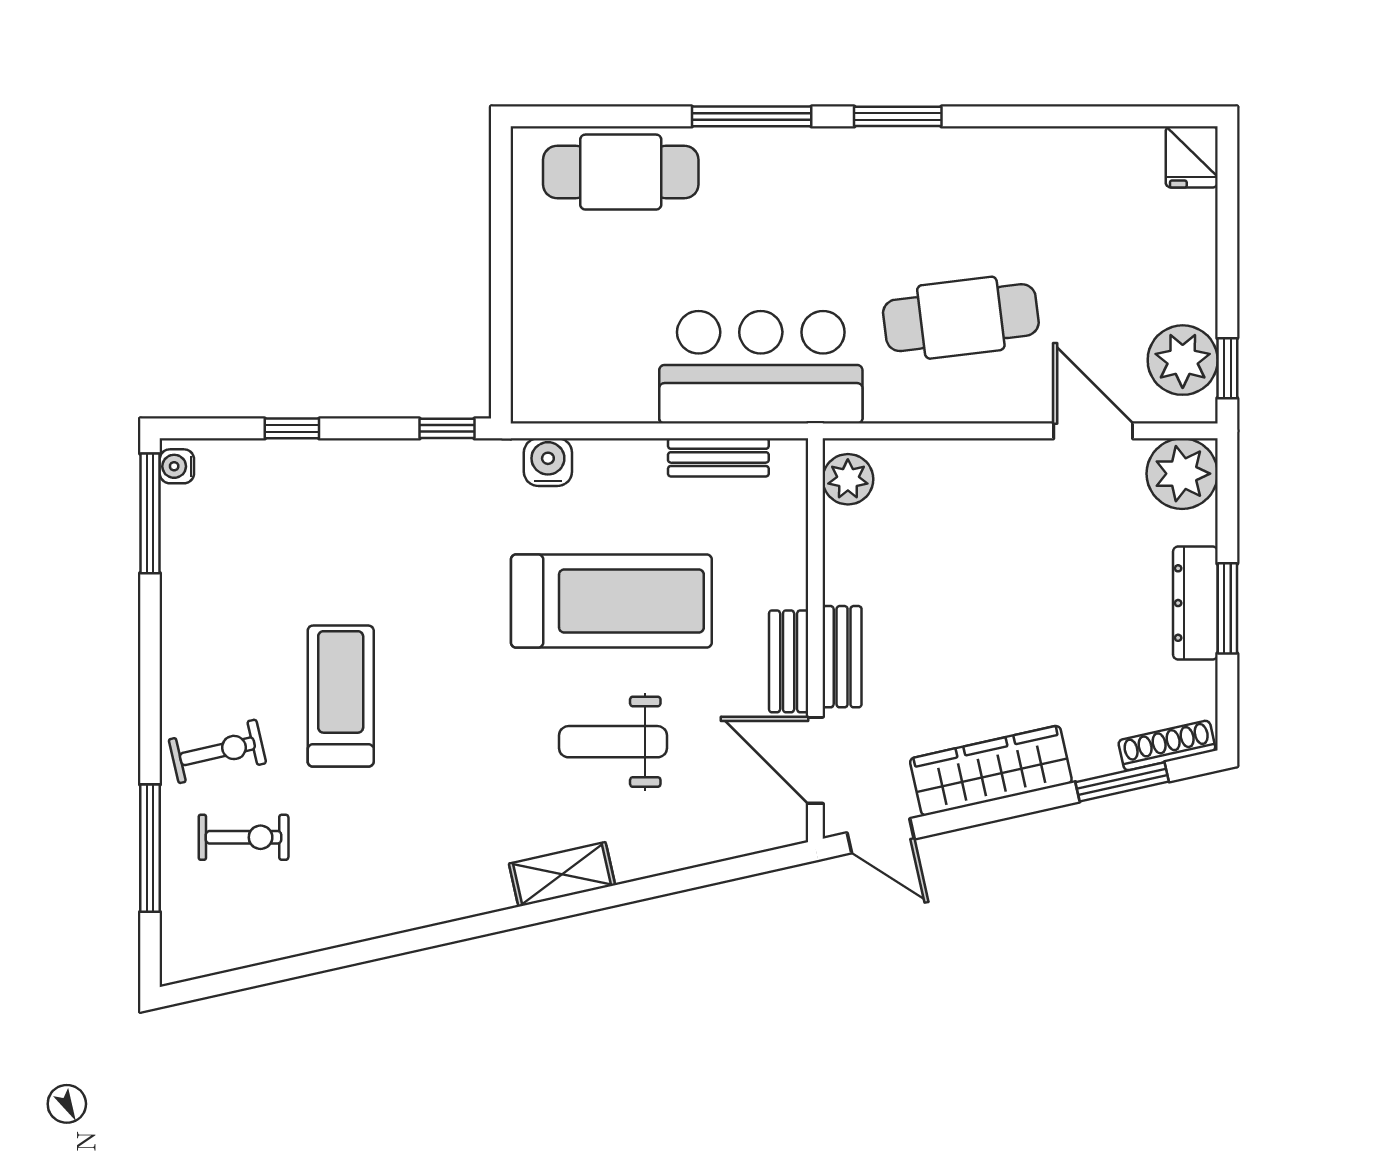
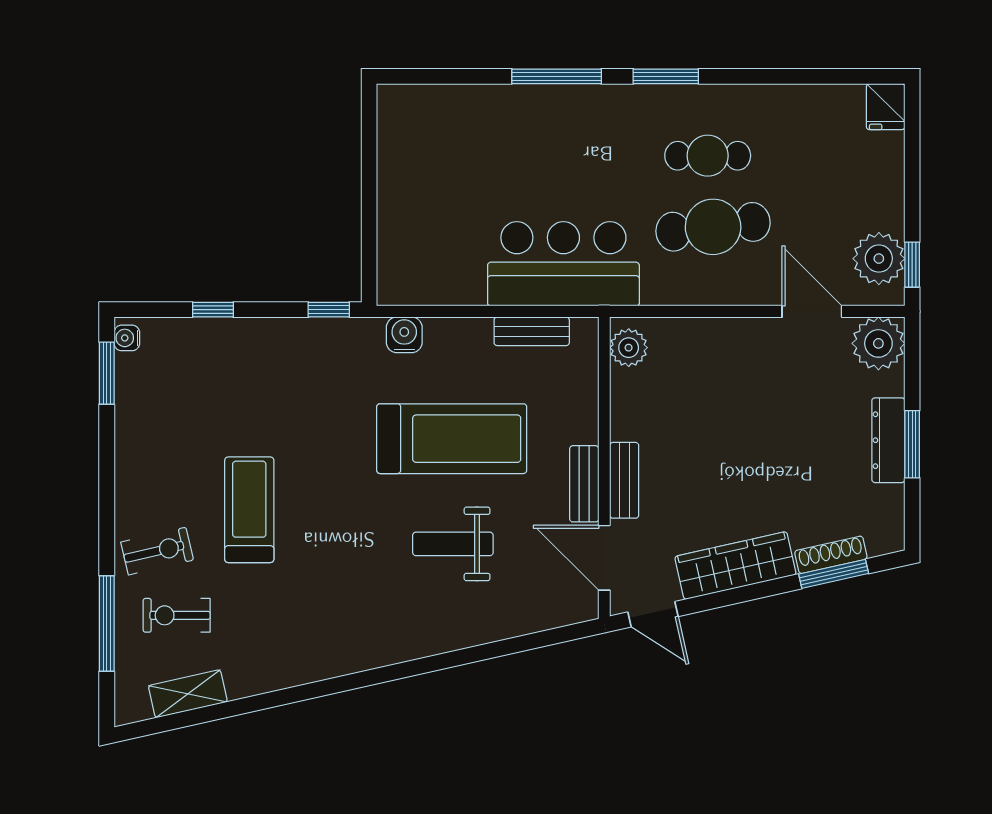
cafe table: (621, 172) -> (708, 156), moved, width x0.73, depth x0.74
window: (150, 513) -> (107, 373), width x0.69
shoe rack: (1167, 745) -> (831, 555), moved
exercise bike: (244, 837) -> (177, 615), turned 180
shelving: (562, 874) -> (188, 694), moved

